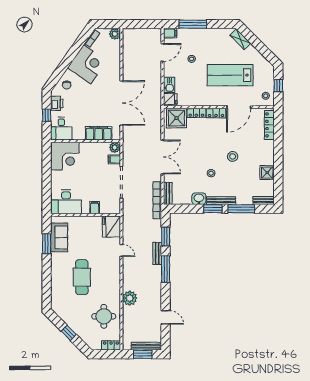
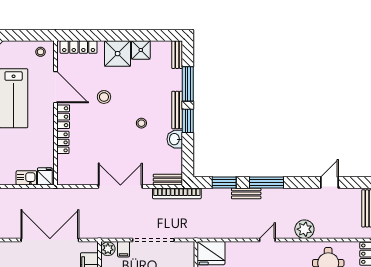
window: (278, 86) -> (27, 35), removed
shower: (176, 118) -> (118, 54), moved
stool: (233, 156) -> (104, 97), moved
door: (121, 250) -> (267, 240), moved

